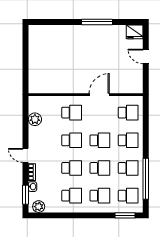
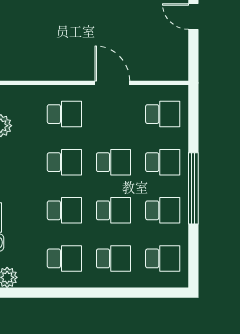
door: (99, 95) -> (112, 83), hinge flipped
window: (146, 179) -> (193, 188), moved
window: (125, 215) -> (157, 293), removed

